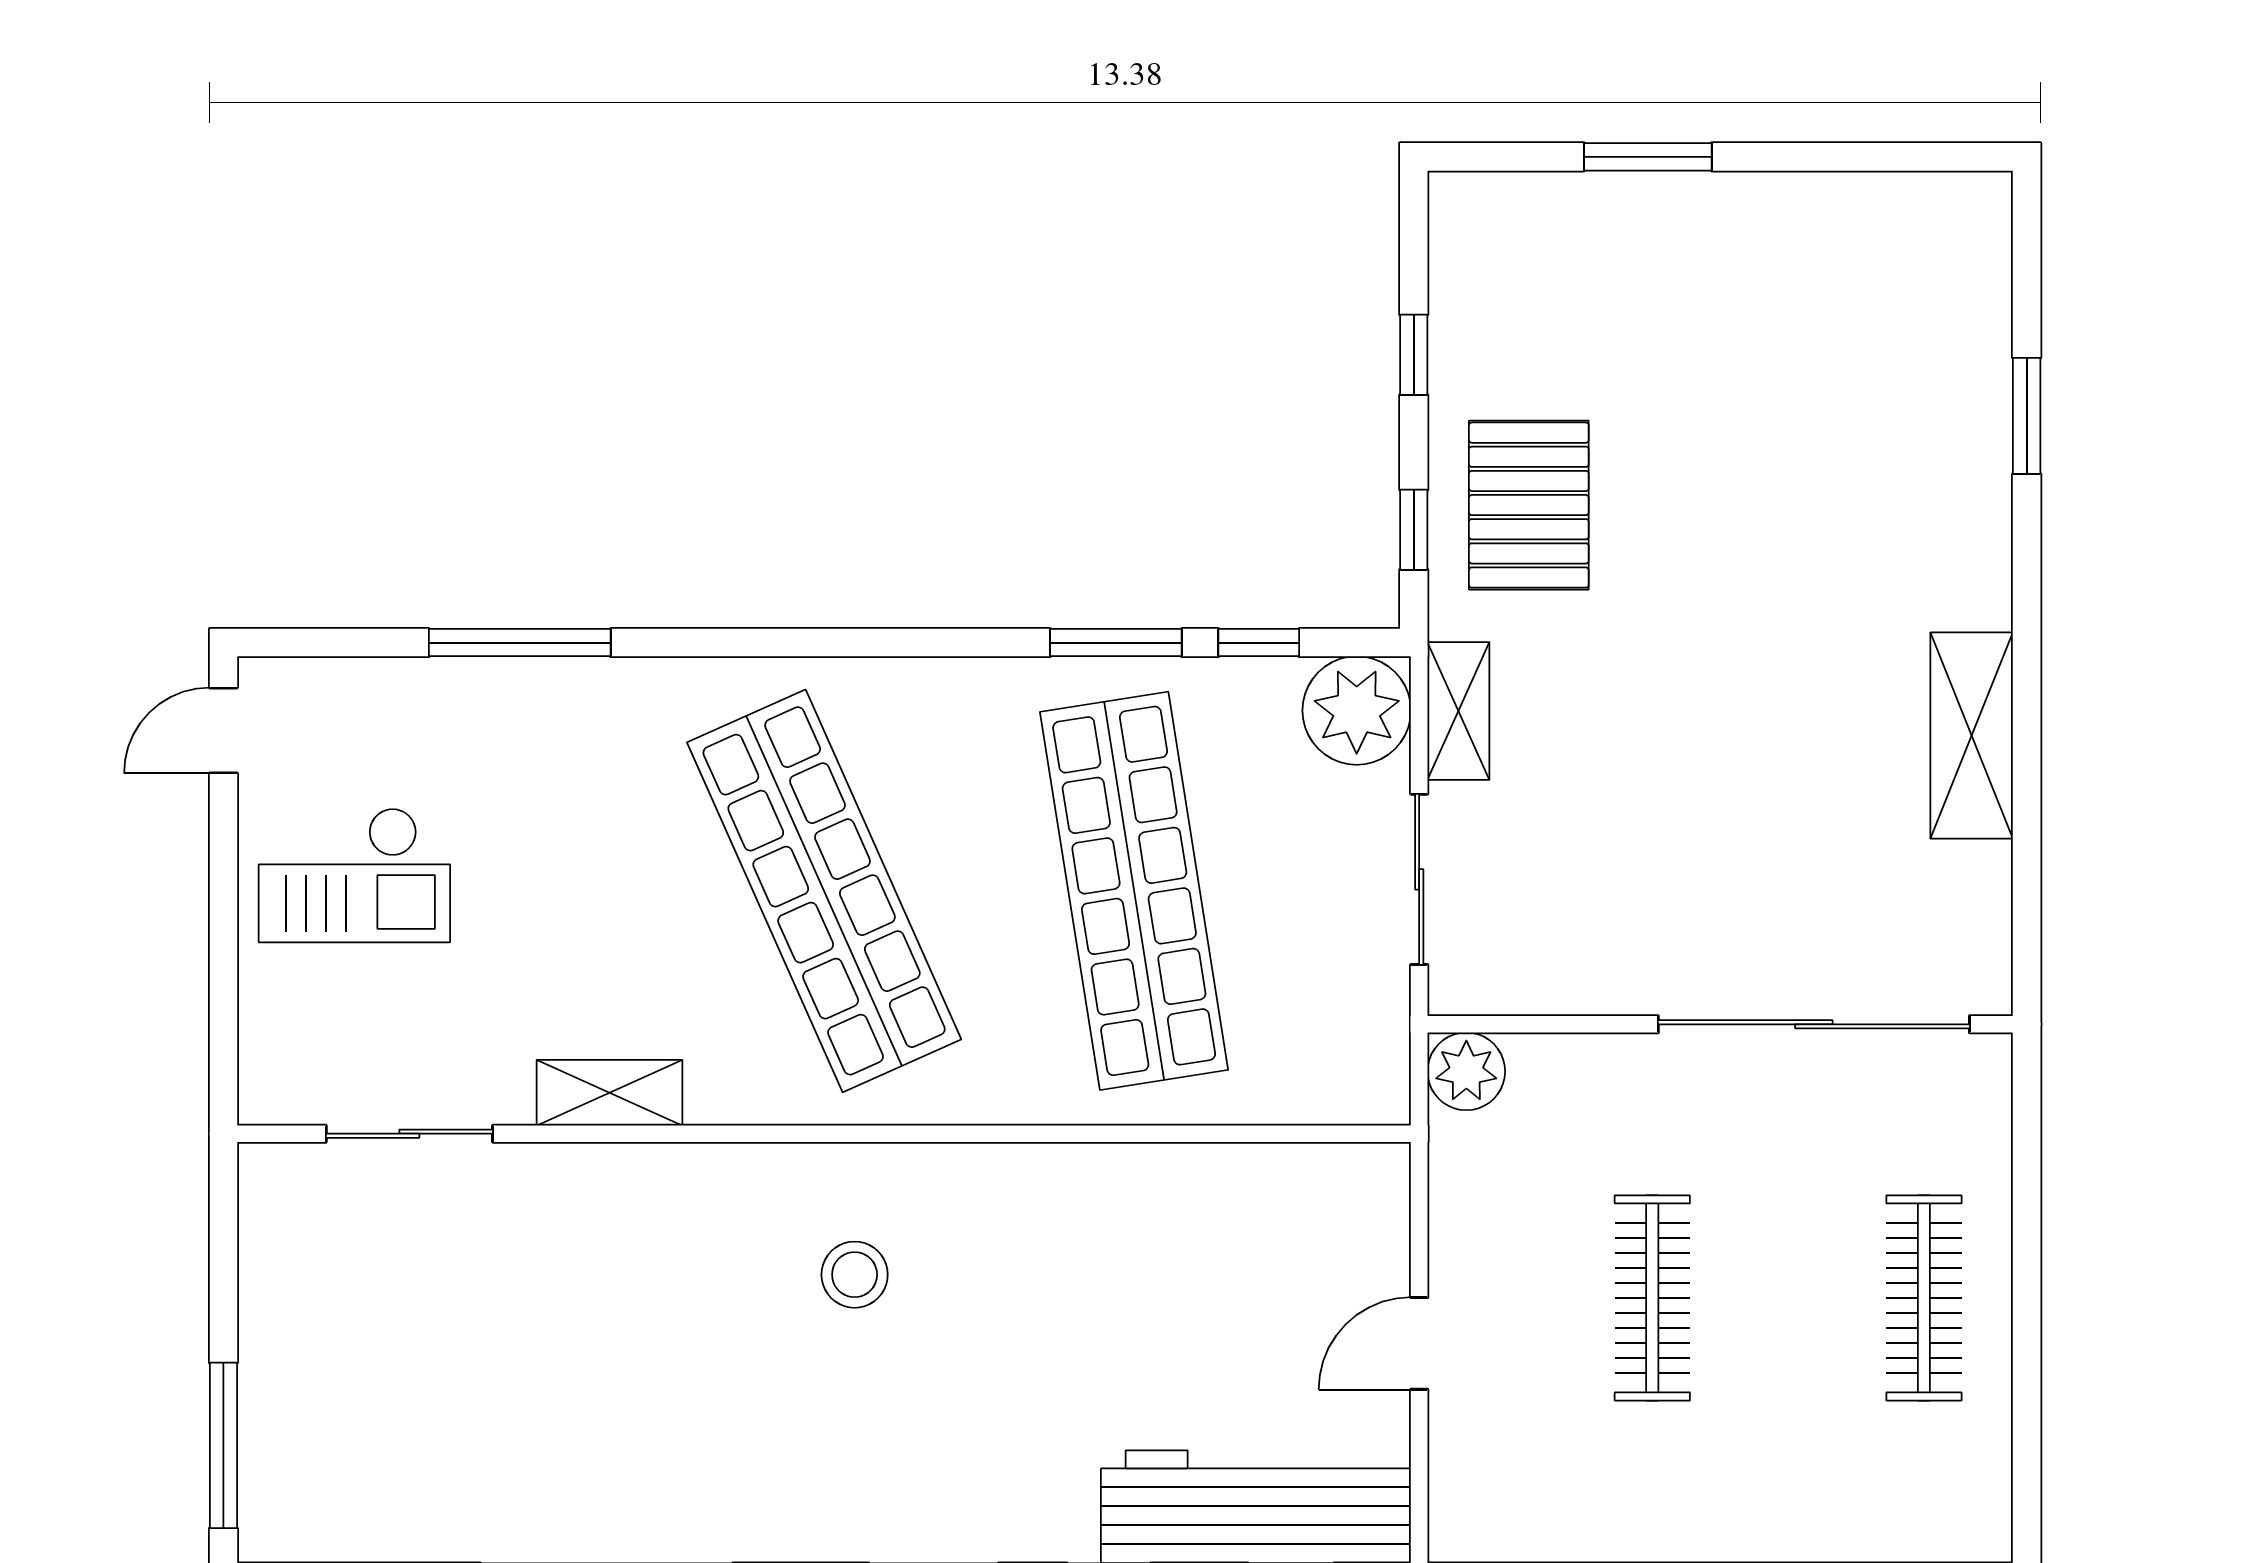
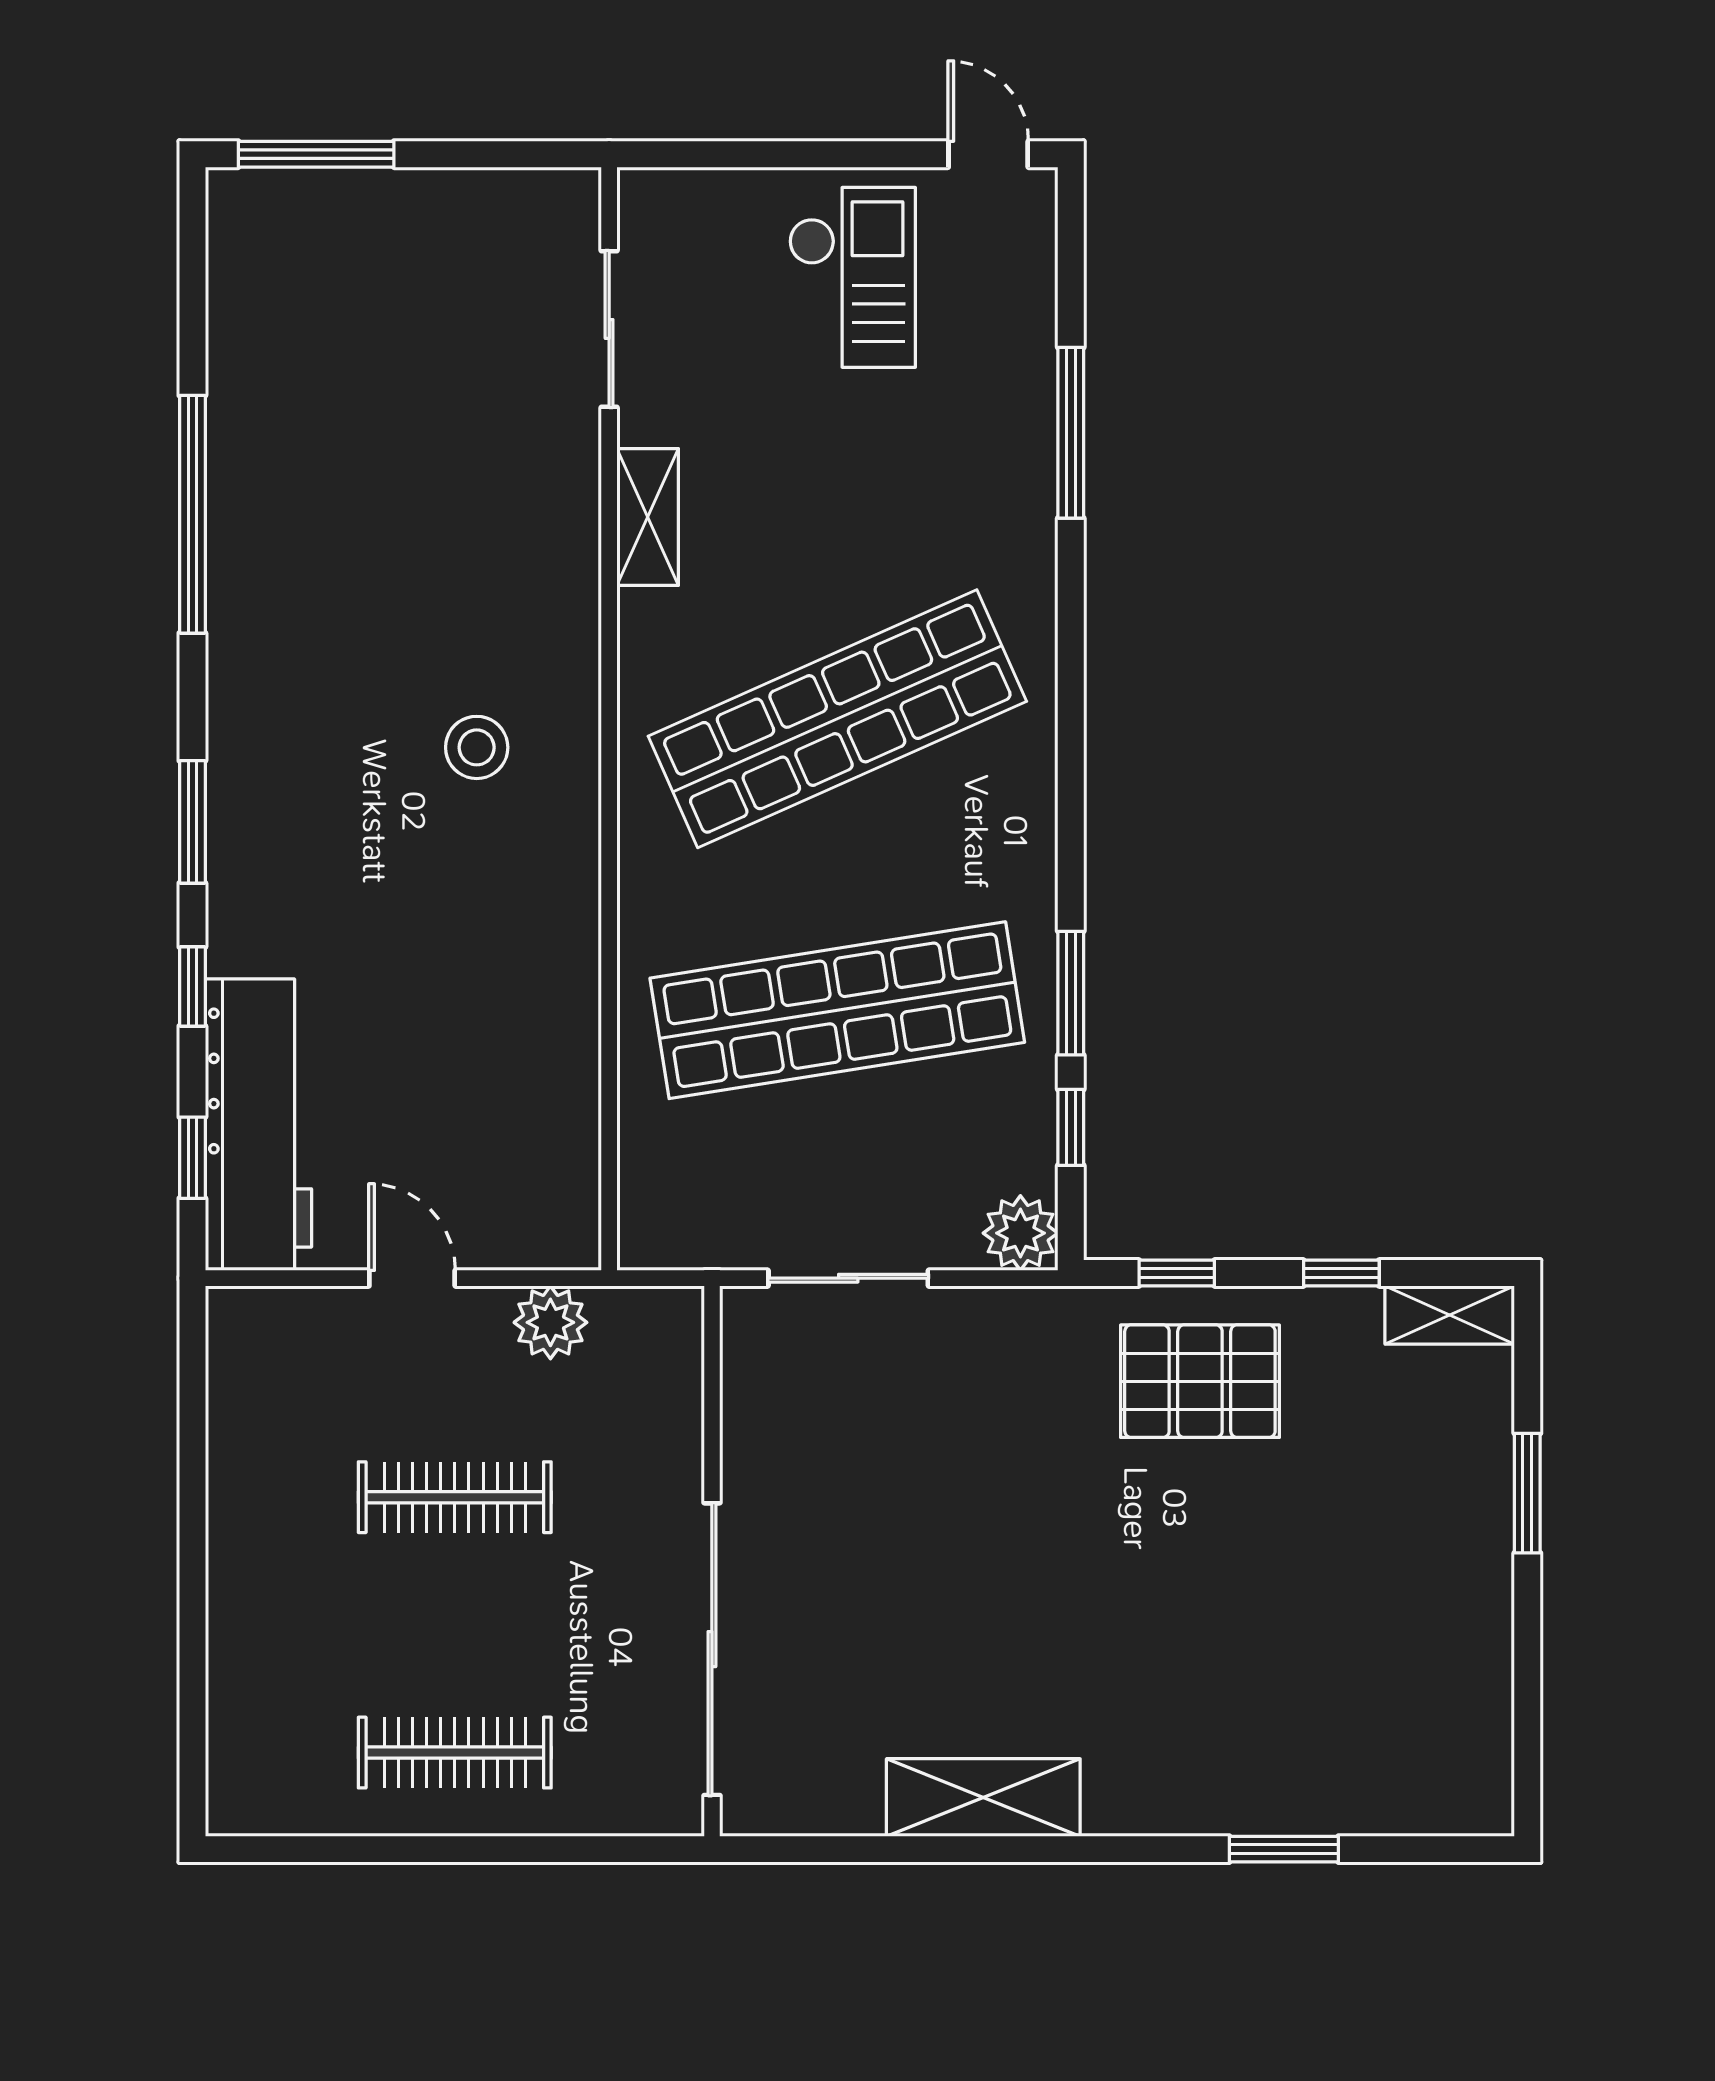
plant: (1357, 711) -> (1020, 1233), width x0.73, depth x0.73
shelving: (1458, 711) -> (1450, 1315), moved
checkout: (354, 875) -> (852, 277), turned 180
plant: (1466, 1071) -> (550, 1322), moved

